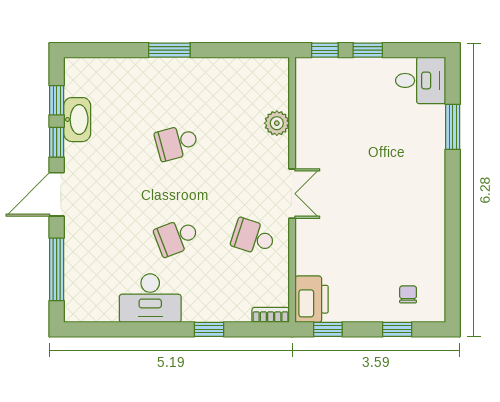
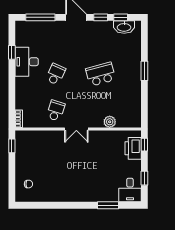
window: (368, 50) -> (144, 178), moved
washbasin: (77, 120) -> (124, 27), moved
school desk: (176, 142) -> (101, 74), width x1.85
school desk: (176, 237) -> (56, 74), turned 45
printer: (312, 299) -> (133, 148), moved, turned 90
window: (209, 329) -> (12, 52), moved
window: (397, 329) -> (12, 179), removed

